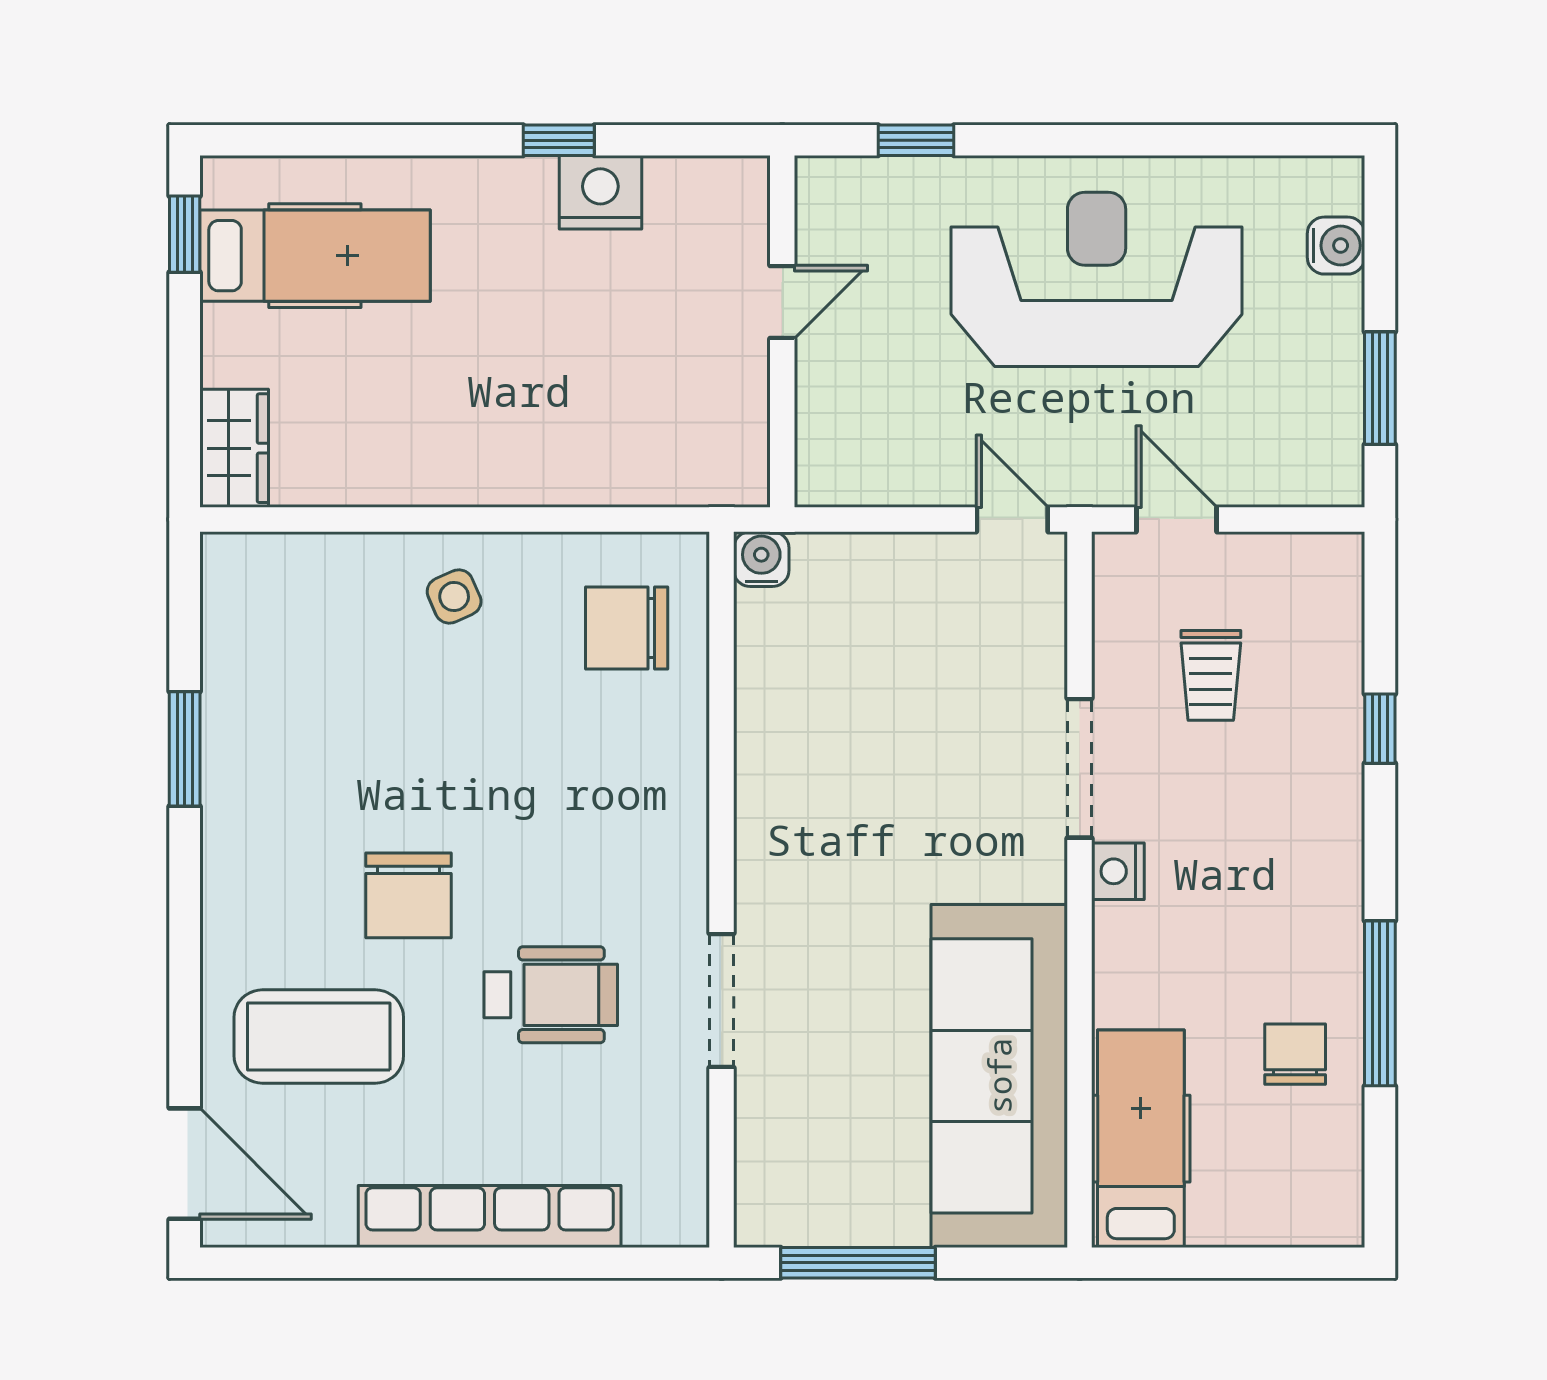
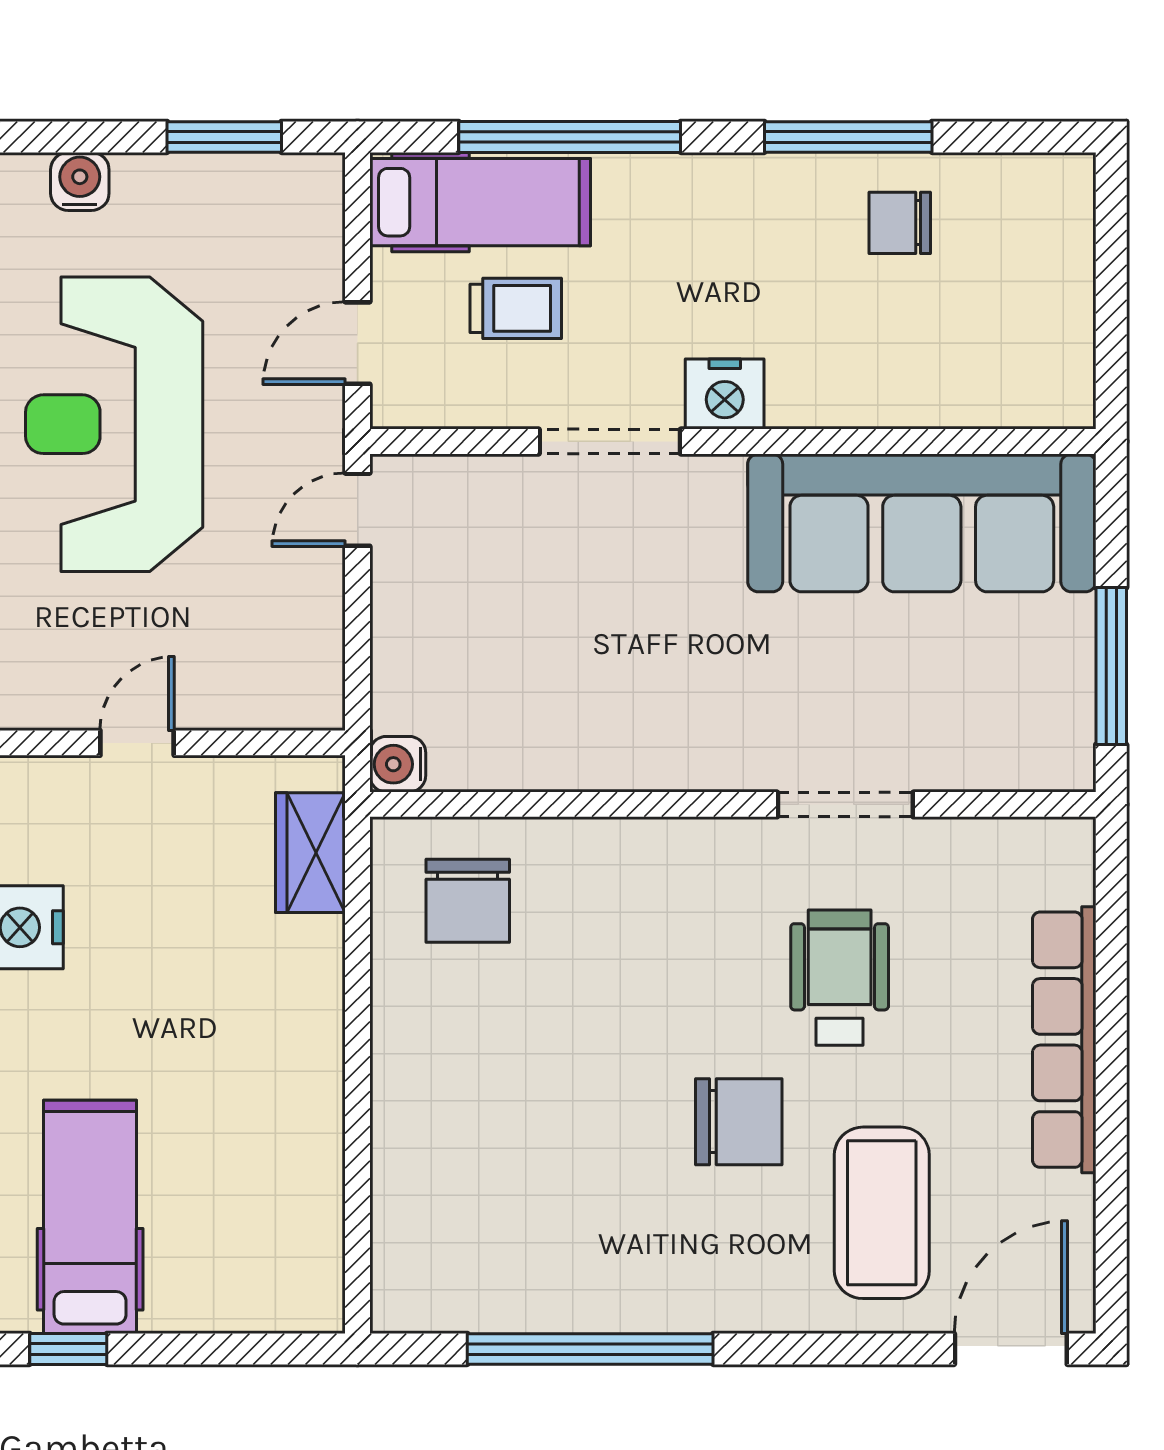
door: (782, 302) -> (137, 743), hinge flipped
wardrobe: (234, 448) -> (310, 853), moved, turned -90
side table: (454, 596) -> (436, 1076), removed
window: (1380, 729) -> (570, 137), width x3.17
window: (185, 749) -> (590, 1349), width x2.11
nightstand: (1118, 871) -> (725, 394), width x1.36, depth x1.33
hospital bed: (1141, 1139) -> (480, 202), moved, turned 180

